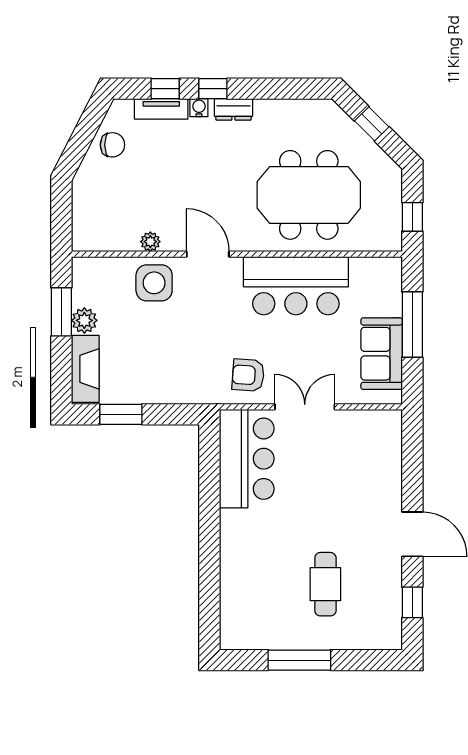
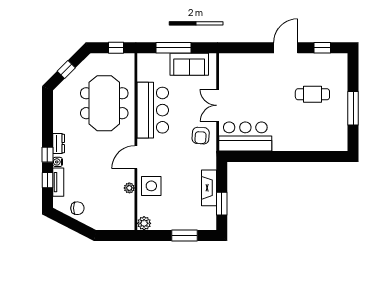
chair: (112, 145) -> (77, 208), turned 90
window: (61, 312) -> (184, 235), moved
plant: (84, 320) -> (144, 223), moved
fireplace: (85, 369) -> (209, 188), moved, turned -90

